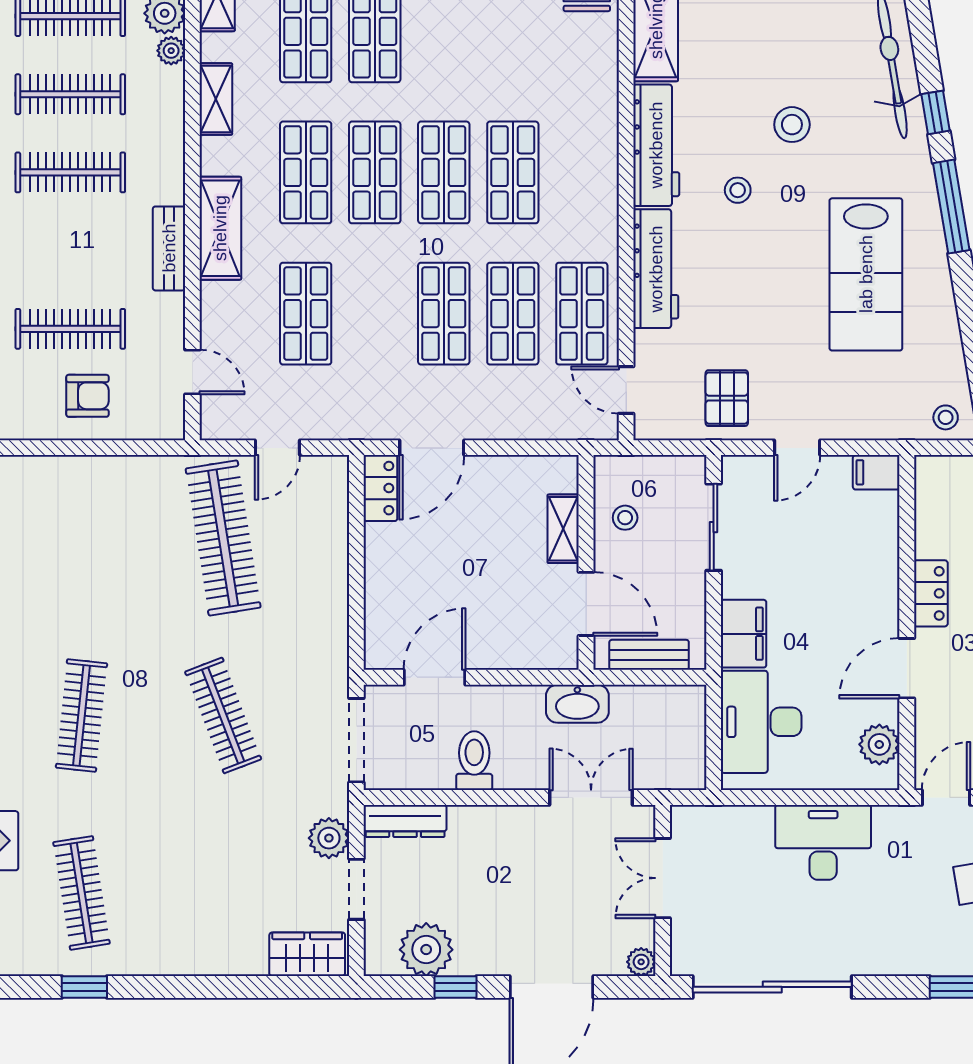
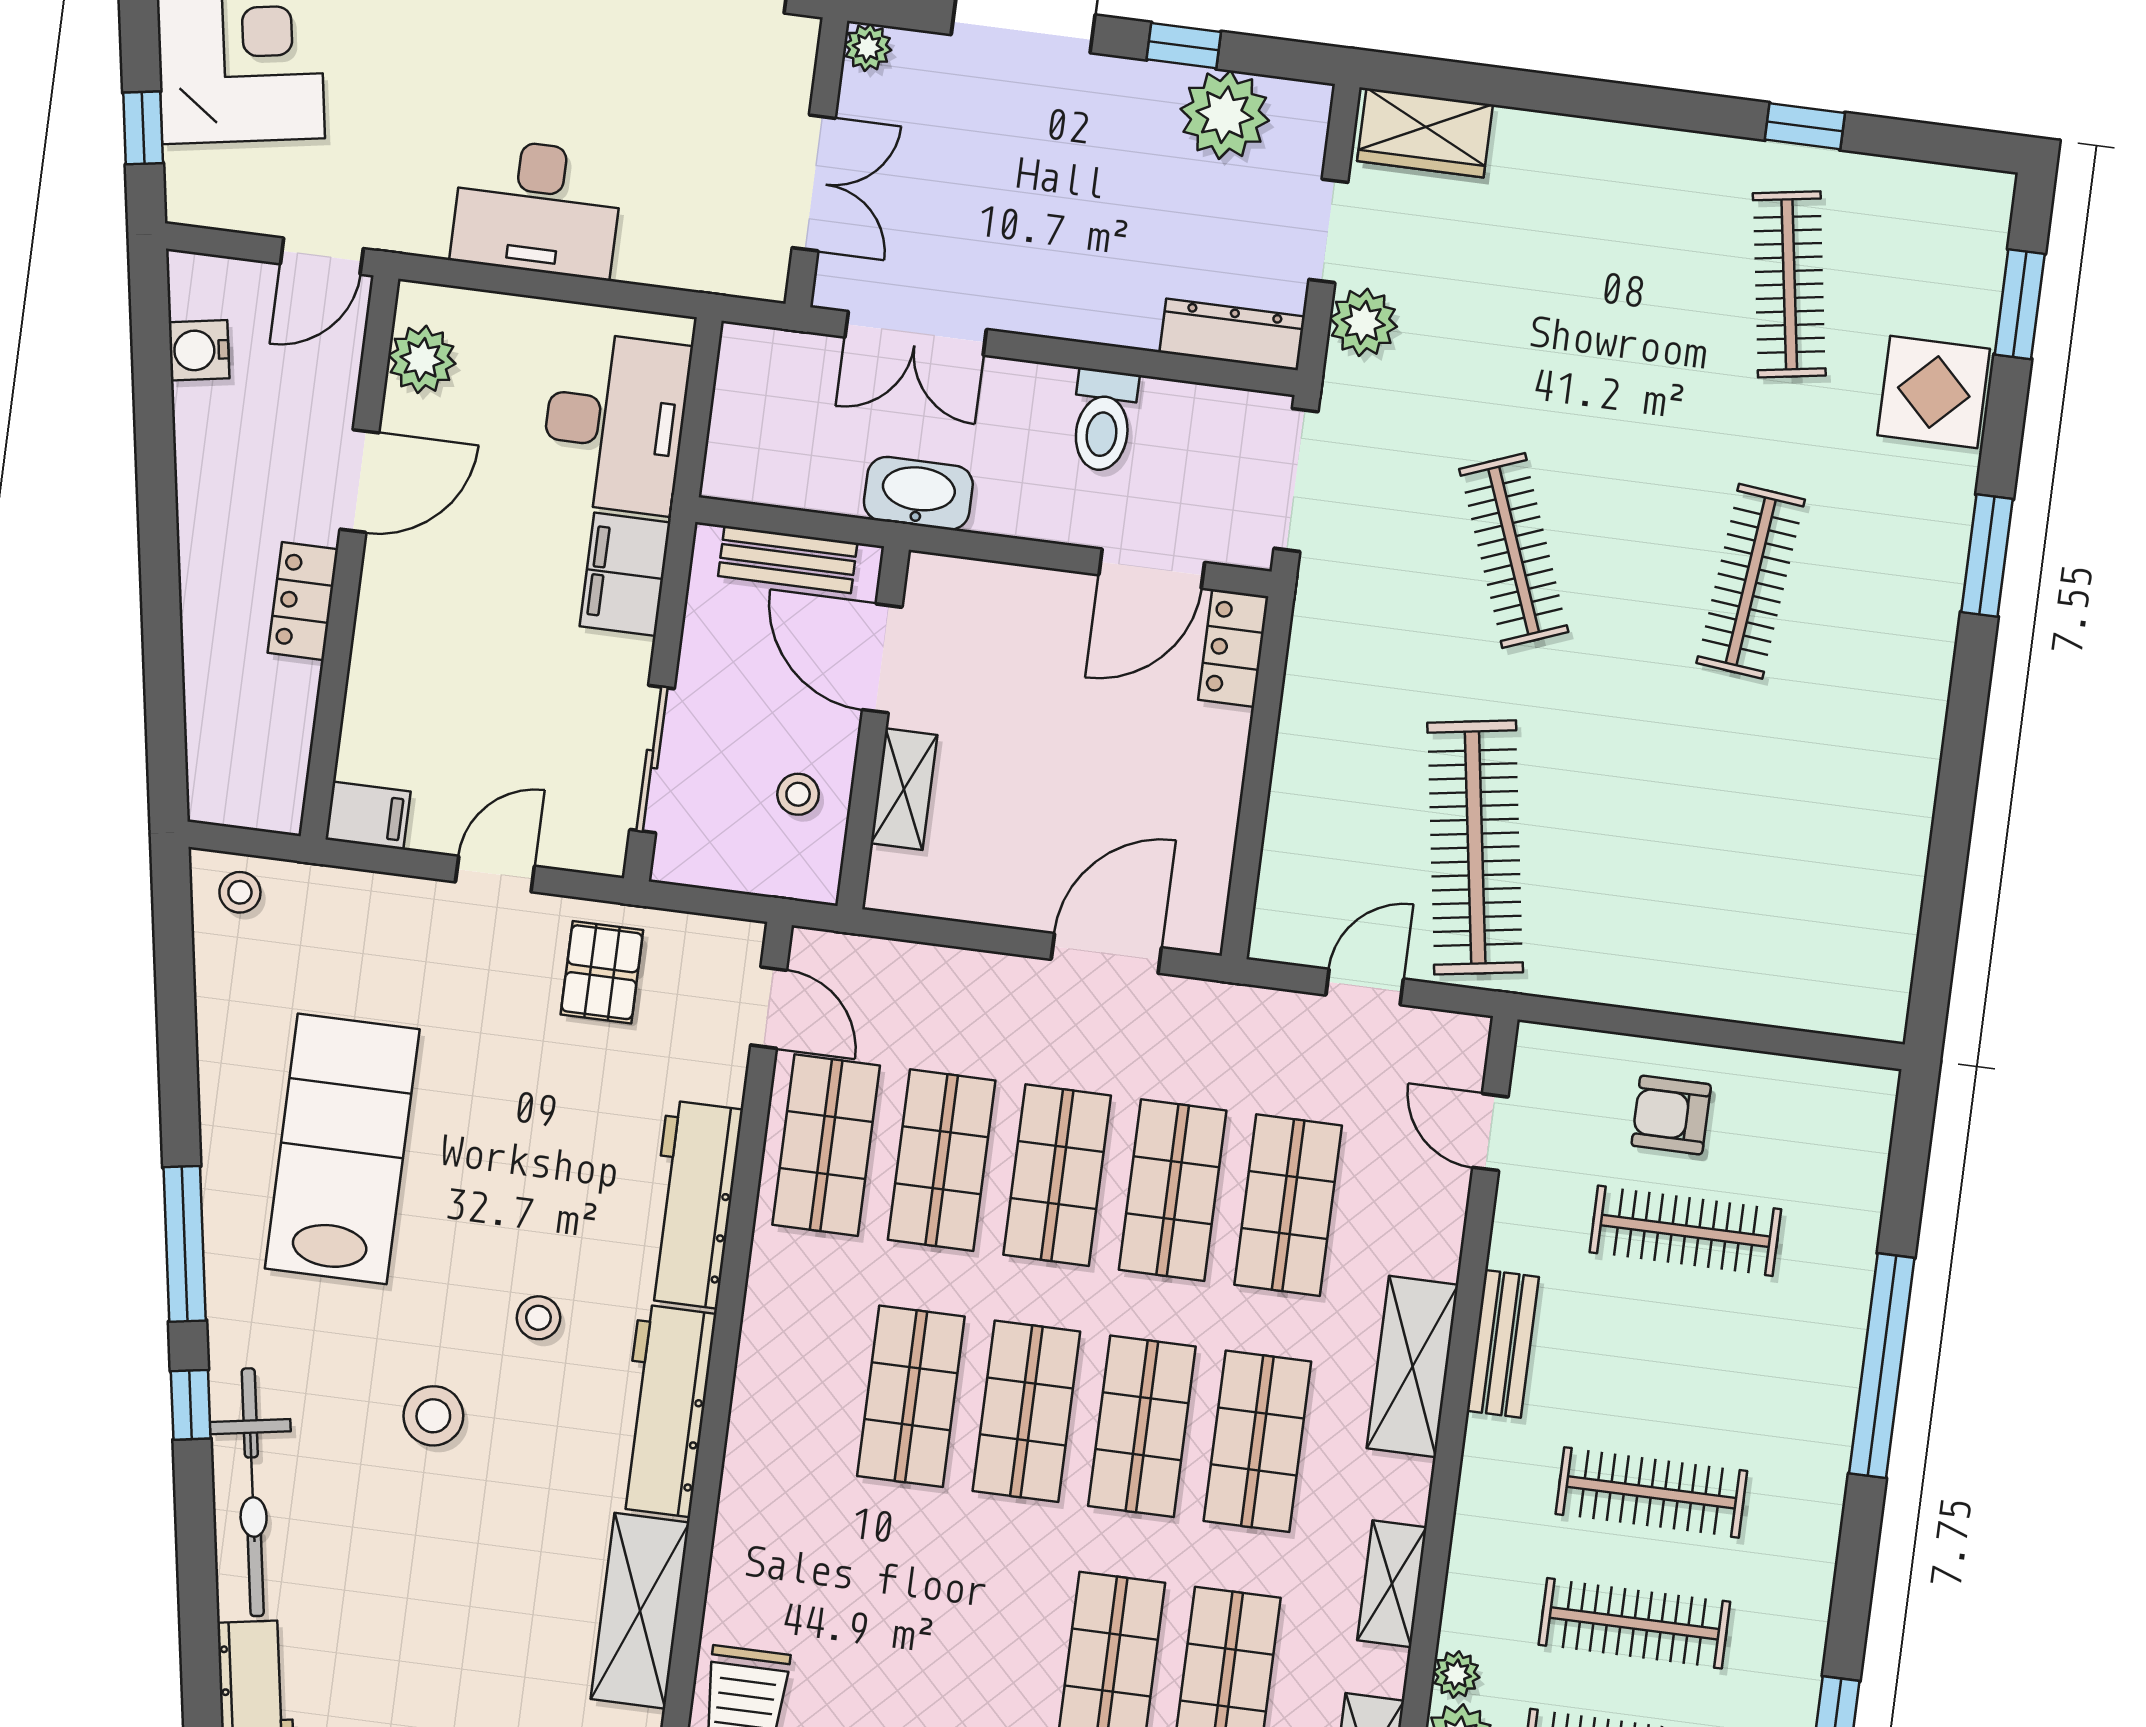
shop shelf: (375, 314) -> (1173, 1190), added
locker: (380, 488) -> (1233, 648), moved

